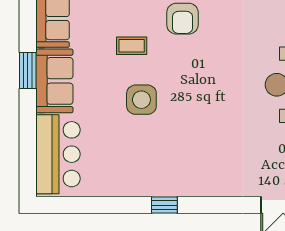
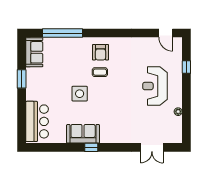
coffee table: (132, 46) -> (100, 72), moved
sofa: (54, 81) -> (83, 134), moved, turned -90

